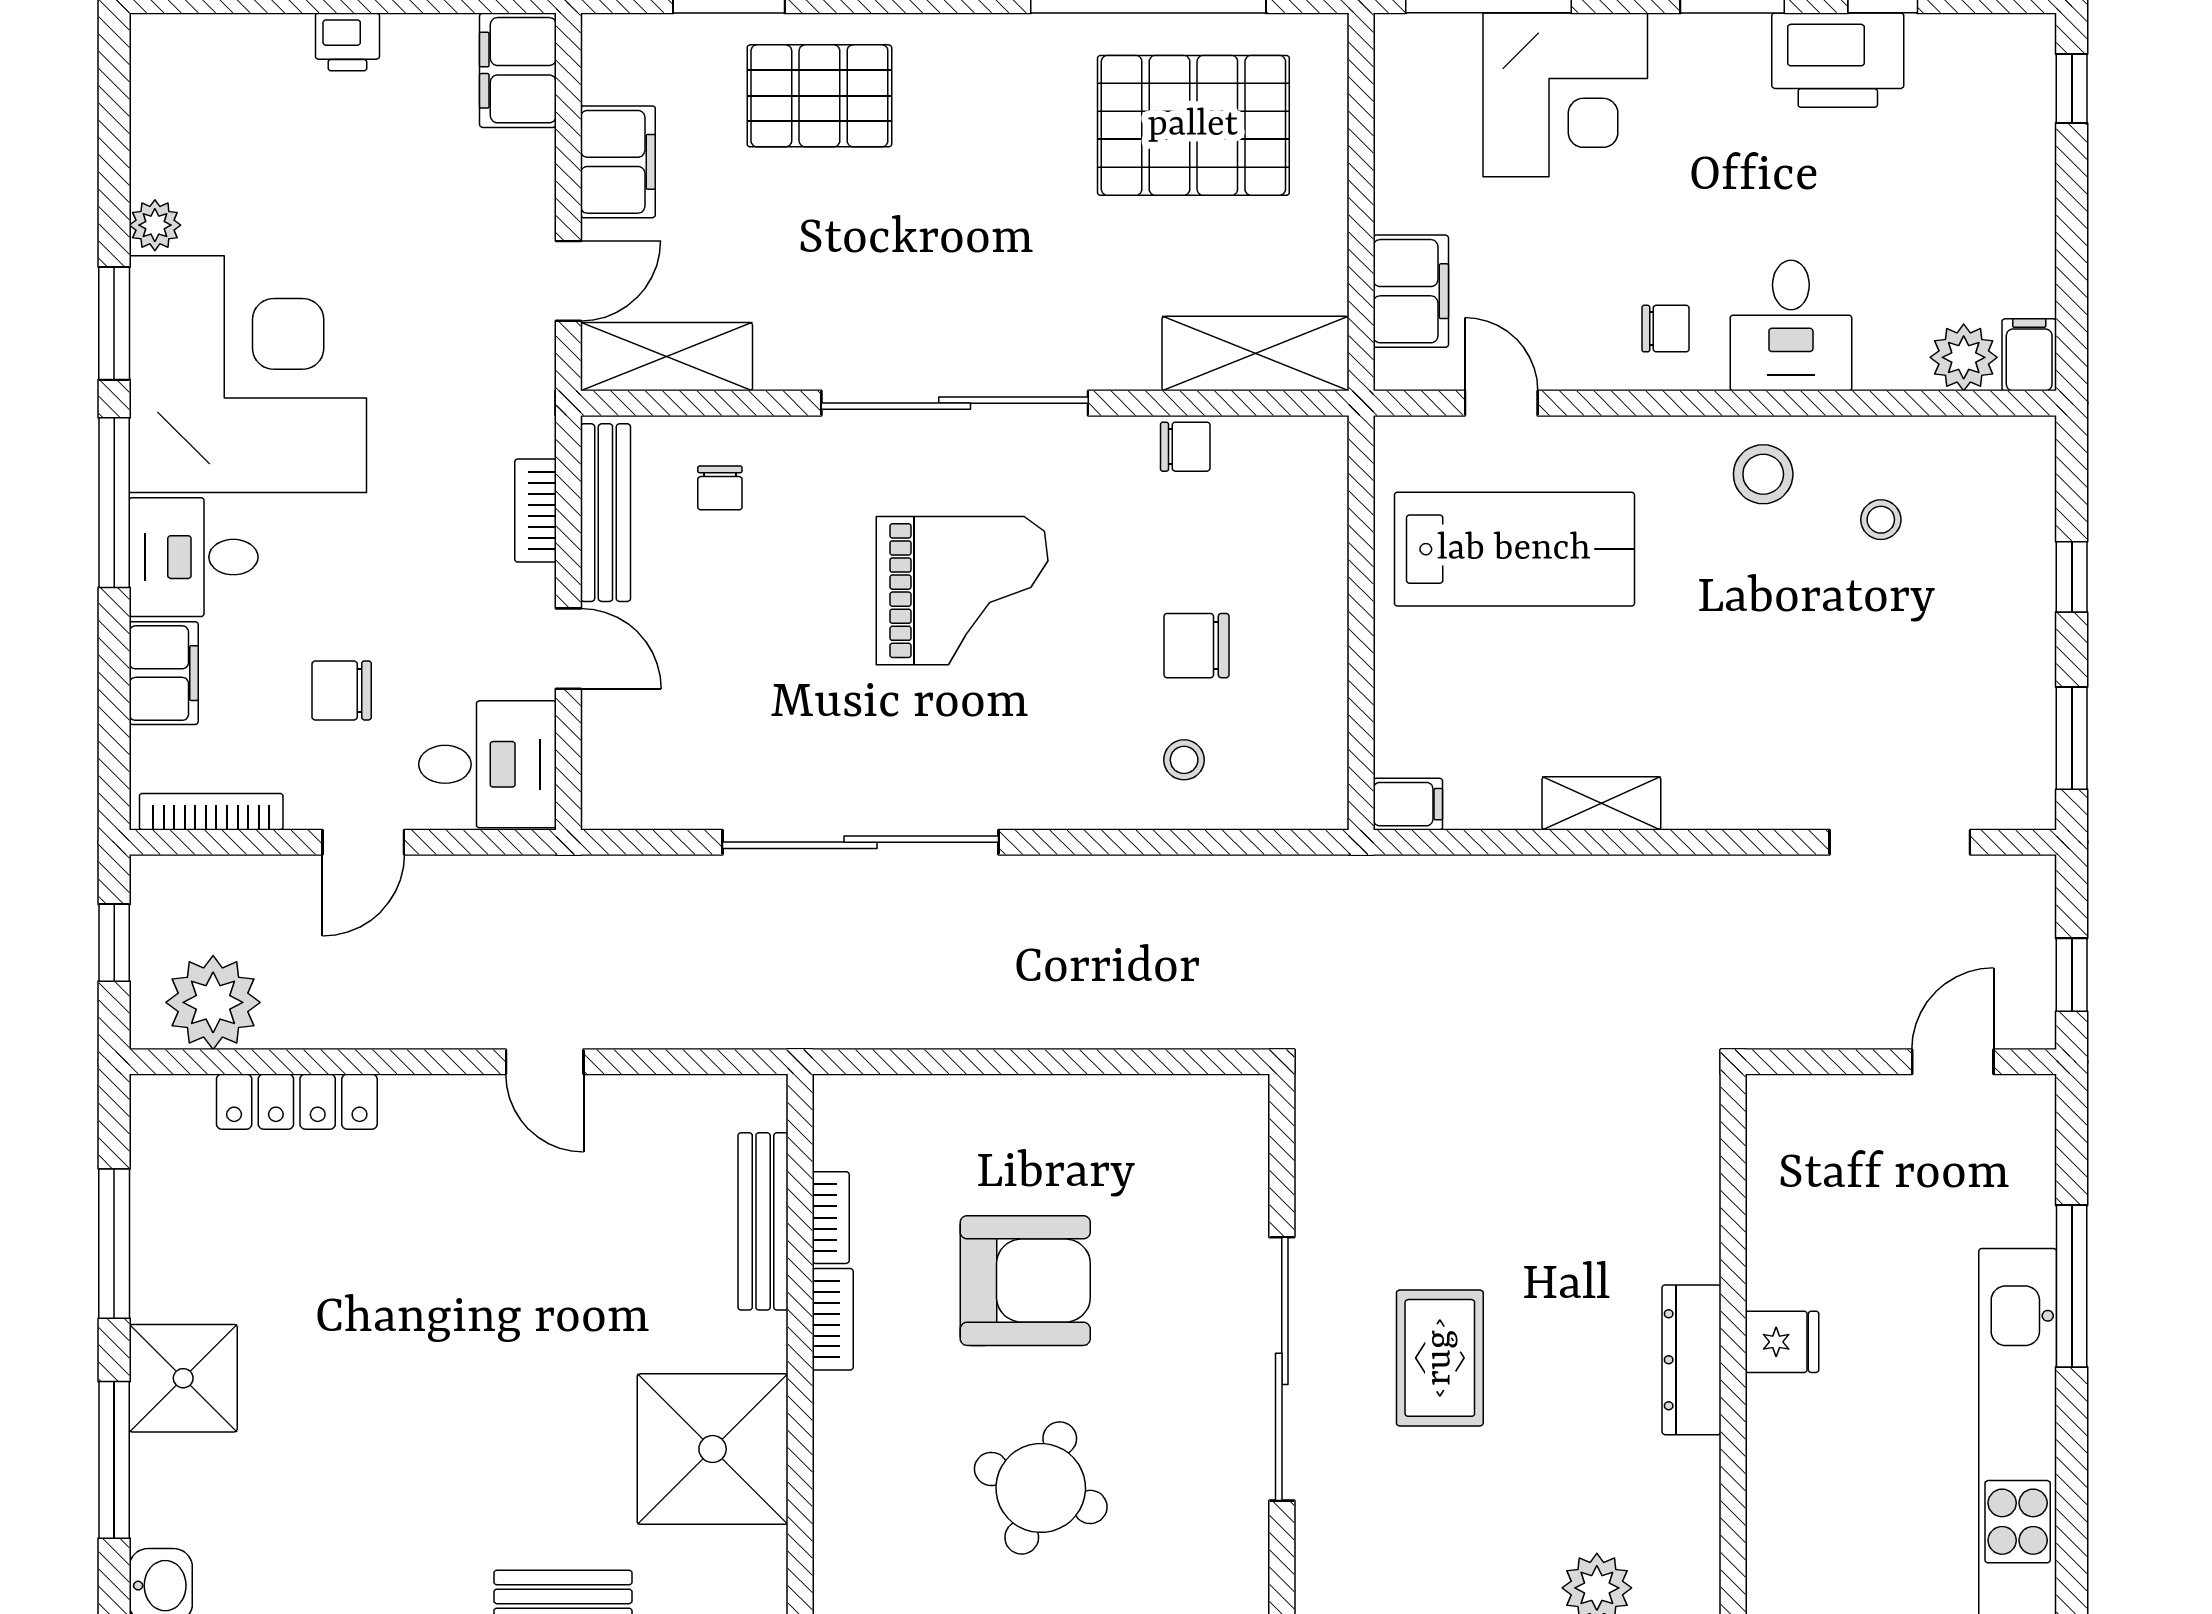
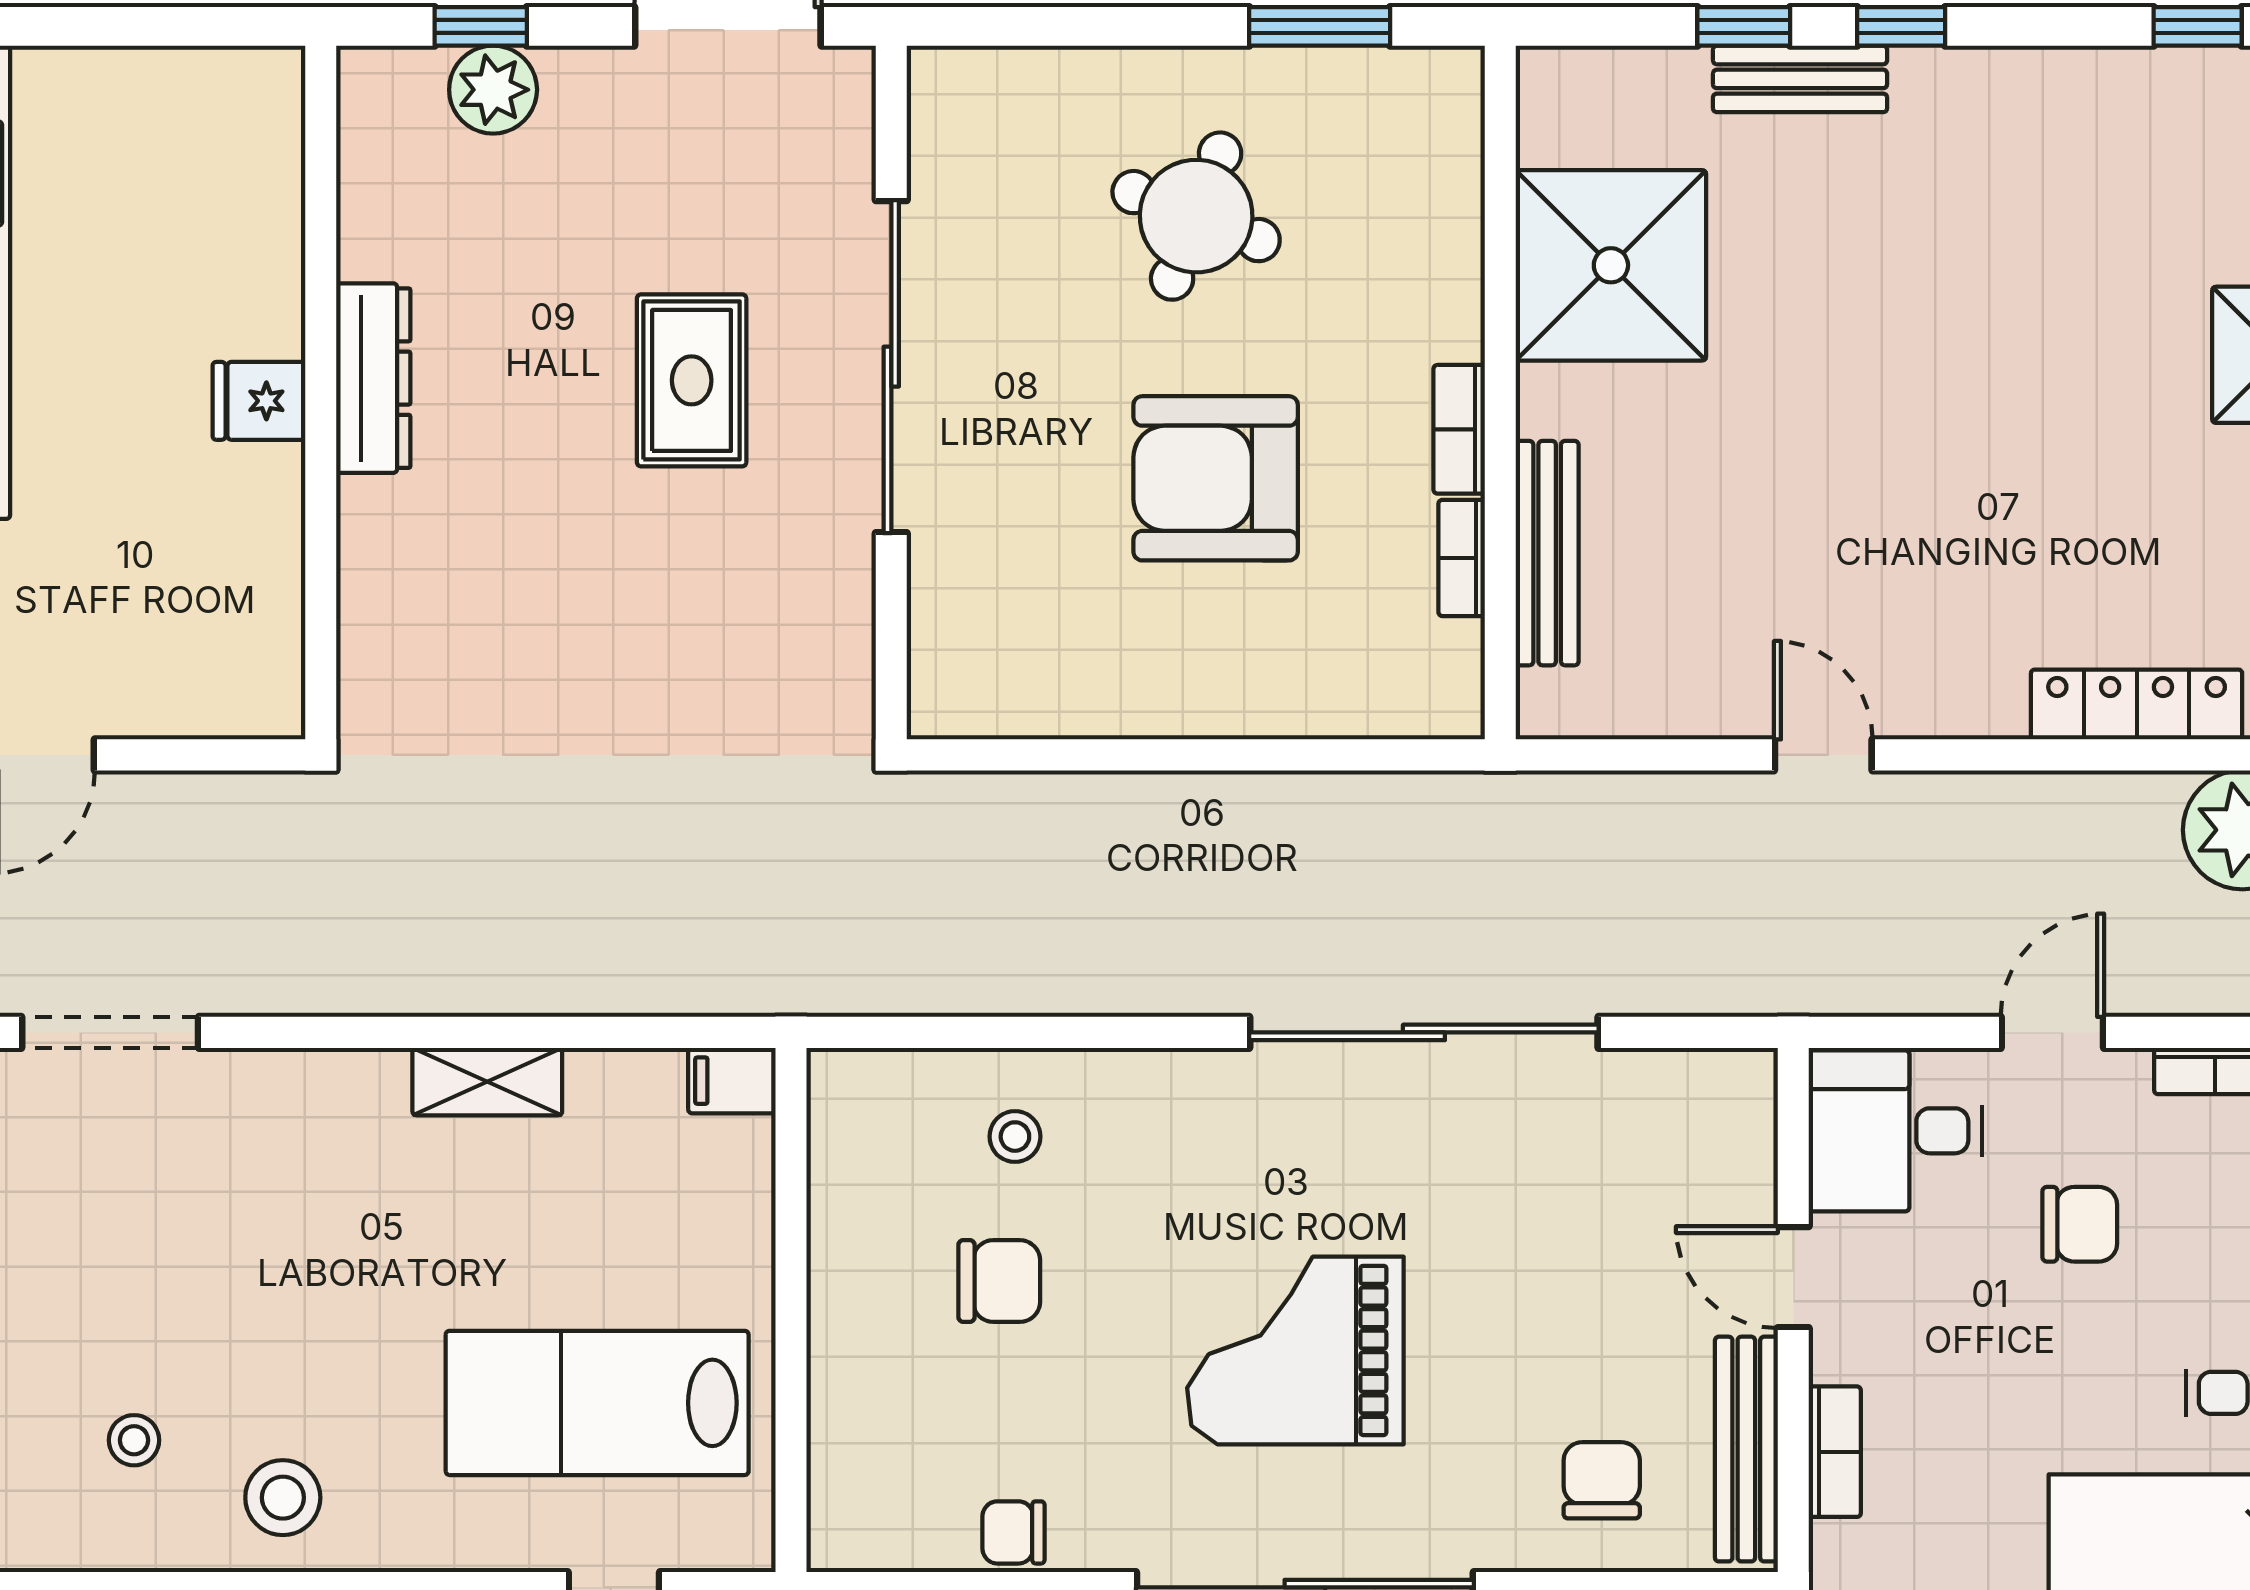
chair: (720, 488) -> (1602, 1480), width x1.37, depth x1.37

